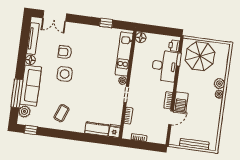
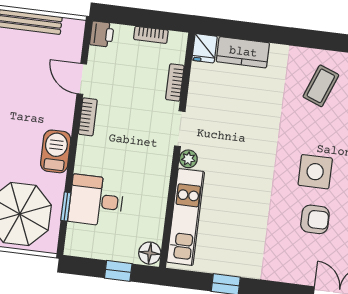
window: (155, 30) -> (118, 271), added
printer: (174, 46) -> (102, 34), moved
desk: (164, 66) -> (96, 201), width x0.73
barbecue: (181, 102) -> (56, 151), moved
door: (171, 118) -> (82, 79), hinge flipped

